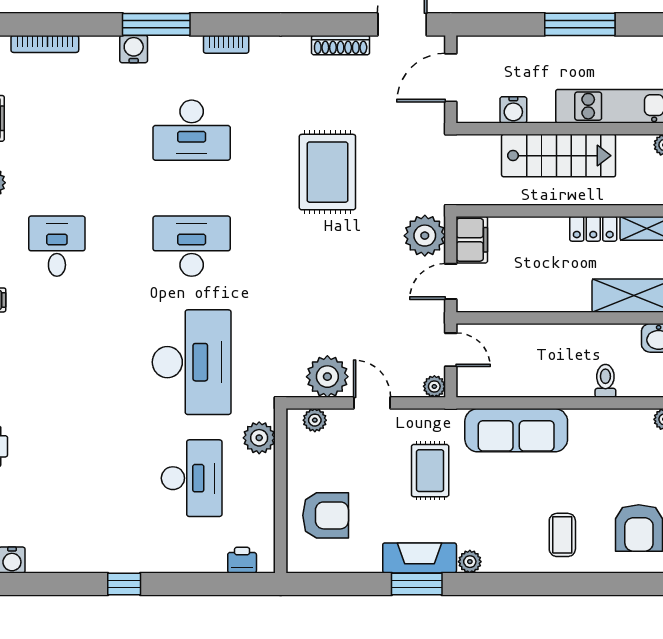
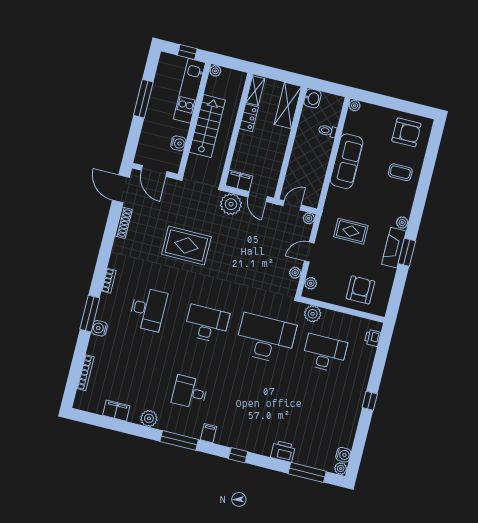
desk: (192, 246) -> (207, 324), turned 90
plant: (327, 377) -> (295, 273), width x0.53, depth x0.53
sofa: (516, 430) -> (347, 161), moved

